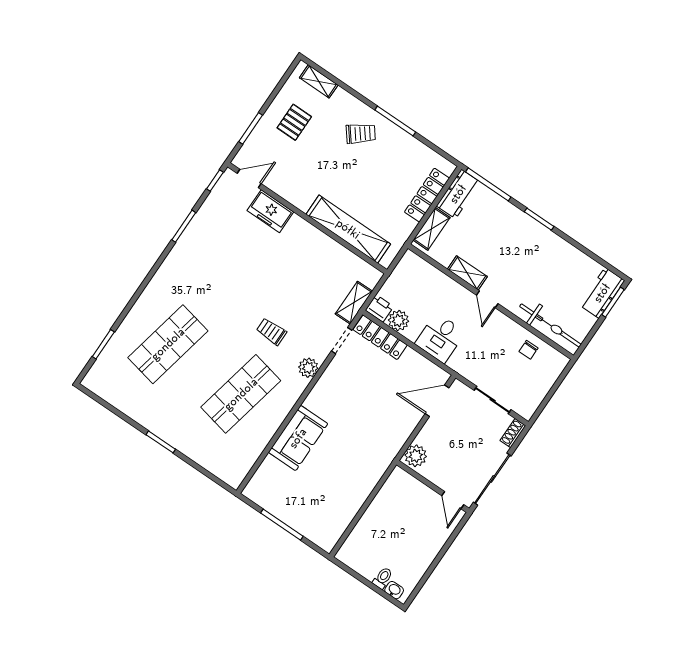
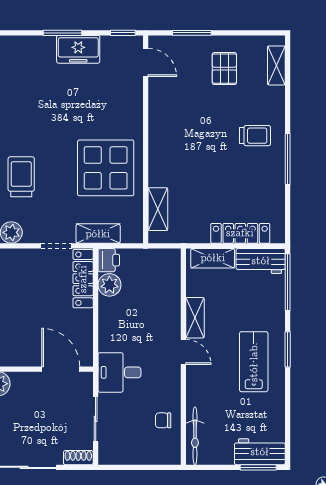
pallet: (294, 122) -> (224, 69), turned 90
trolley: (361, 134) -> (255, 136), turned -52
freezer: (270, 211) -> (78, 49), moved, turned -90
shelving: (348, 229) -> (158, 209), width x0.45, depth x0.75
lab bench: (531, 251) -> (254, 362), added
display table: (308, 263) -> (106, 168), added
door: (487, 299) -> (183, 352), swing flipped
bicycle: (550, 325) -> (195, 436), width x0.73, depth x0.71
trolley: (271, 331) -> (21, 177), width x1.36, depth x1.39
desk: (440, 338) -> (119, 372), moved

